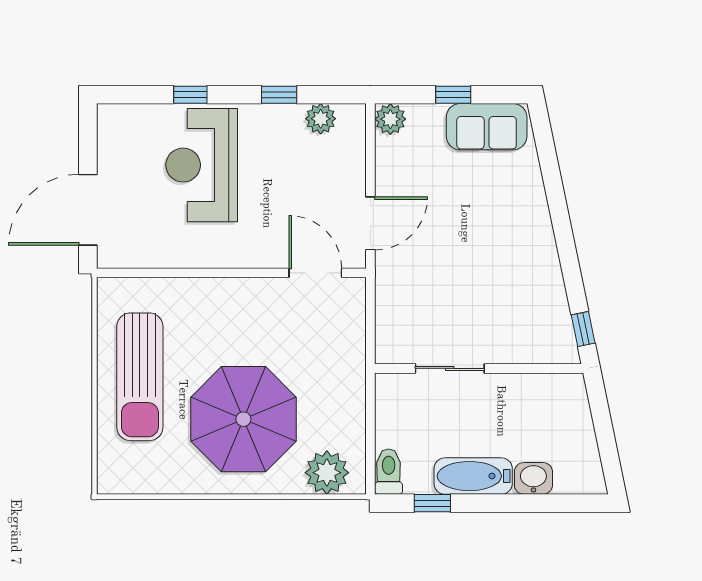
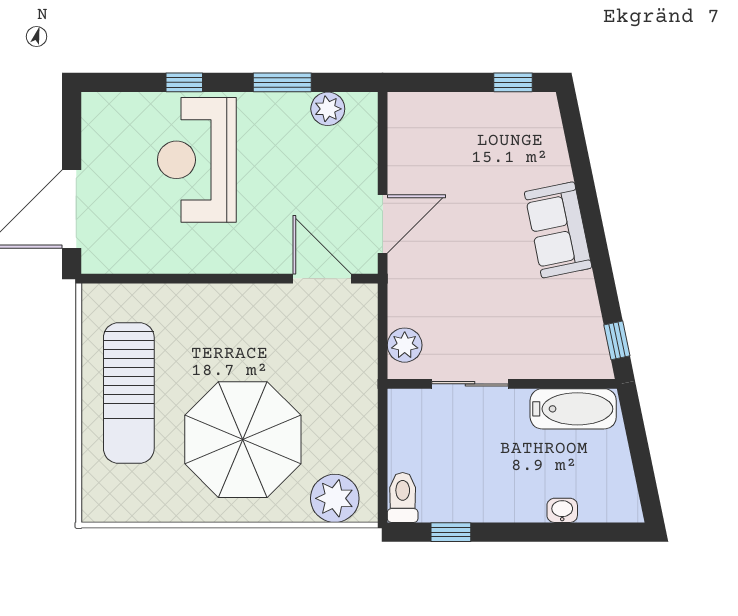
window: (279, 95) -> (282, 82), width x1.50
window: (453, 95) -> (513, 82), moved
plant: (390, 119) -> (405, 345), moved
sofa: (487, 127) -> (558, 230), moved, turned 78
bathtub: (473, 476) -> (573, 409), moved, turned 180
washbasin: (533, 478) -> (562, 510), width x0.72, depth x0.69

